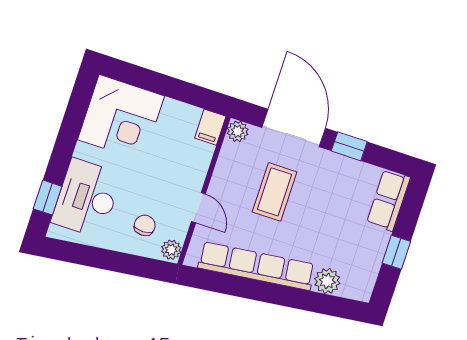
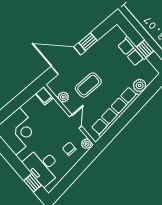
plant: (238, 131) -> (63, 97), moved
coffee table: (275, 192) -> (88, 85), turned 90
row of seats: (388, 200) -> (132, 51), moved
door: (198, 208) -> (75, 121), hinge flipped

